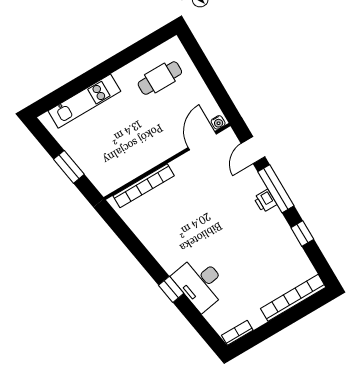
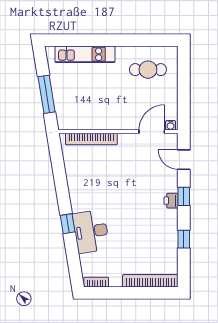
door: (253, 150) -> (184, 160), hinge flipped
window: (69, 167) -> (47, 94), width x1.44
window: (276, 189) -> (184, 196), width x0.46

